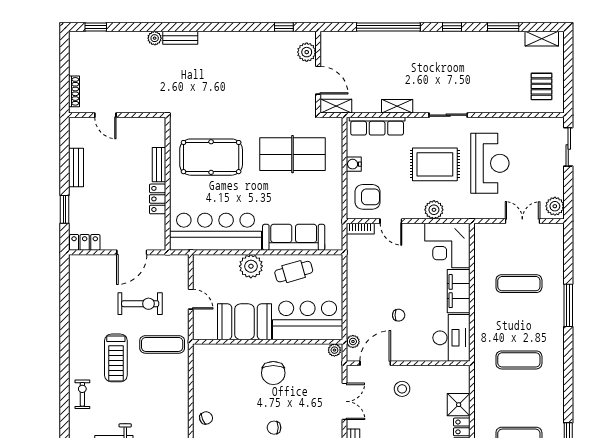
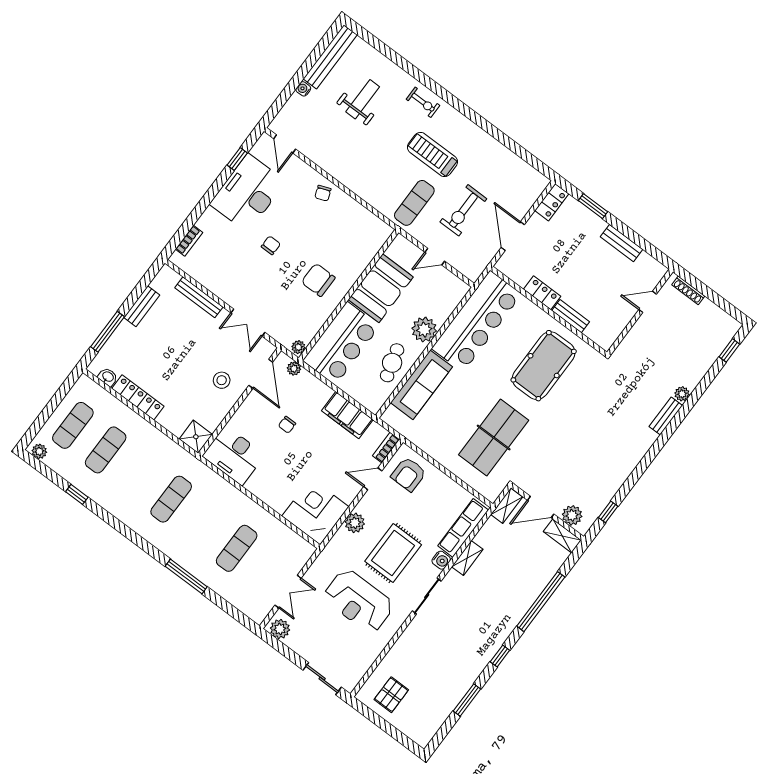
shelving: (542, 39) -> (562, 536), moved, turned 90
pallet: (541, 86) -> (391, 695), turned 90
water cooler: (354, 164) -> (441, 560), moved, turned 90
filing cabinet: (459, 291) -> (347, 415), moved, turned 180
shower: (459, 405) -> (196, 437), moved

